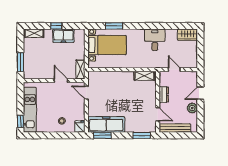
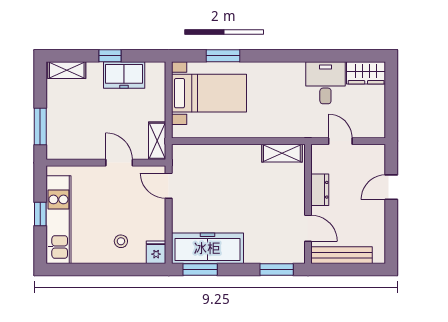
desk: (155, 40) -> (325, 83), moved
plant: (192, 108) -> (375, 216), removed
window: (20, 121) -> (40, 214), moved

